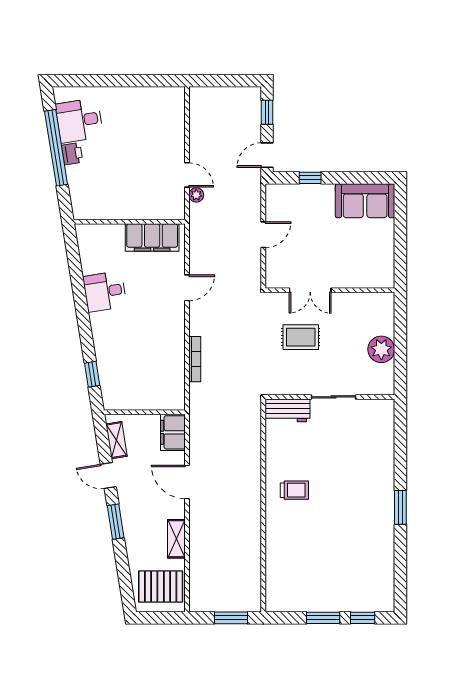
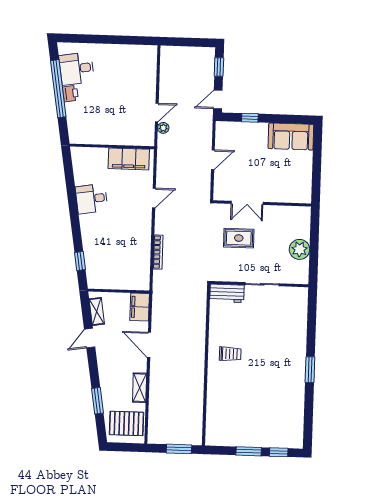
door: (187, 175) -> (157, 113), hinge flipped
door: (108, 475) -> (90, 338), hinge flipped
window: (116, 522) -> (97, 401), moved

